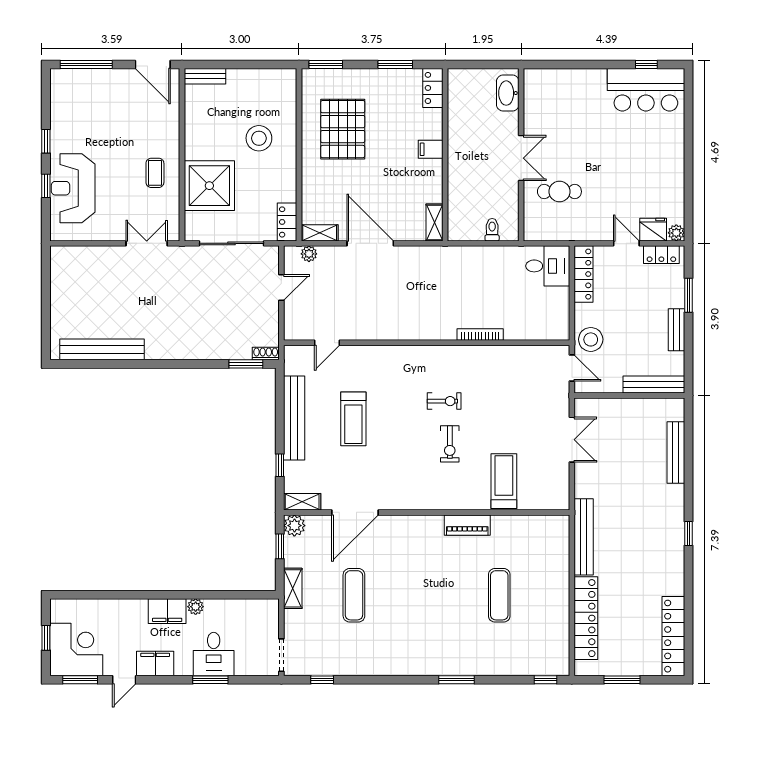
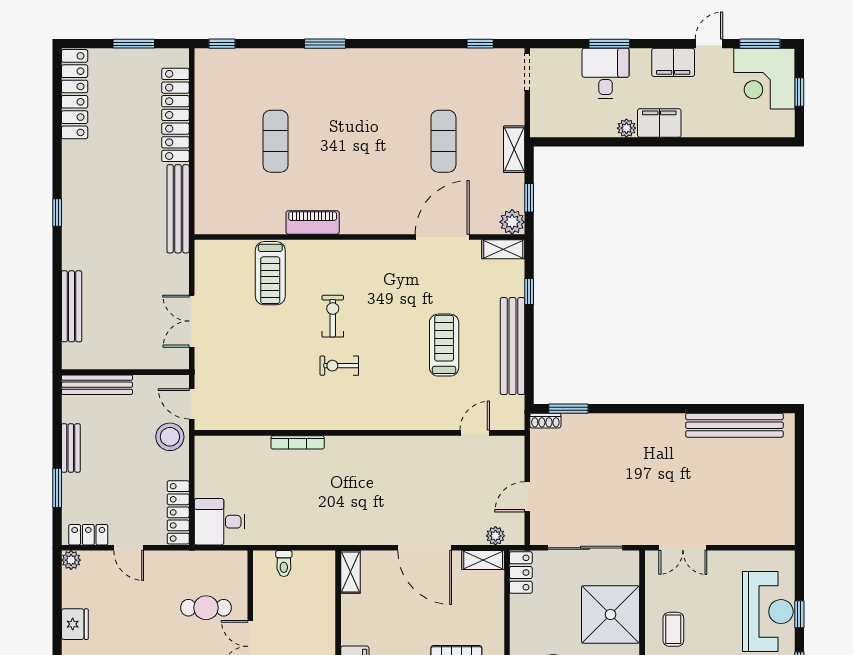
fridge: (653, 230) -> (75, 624), moved, turned -90

